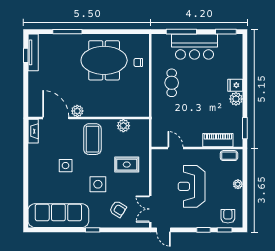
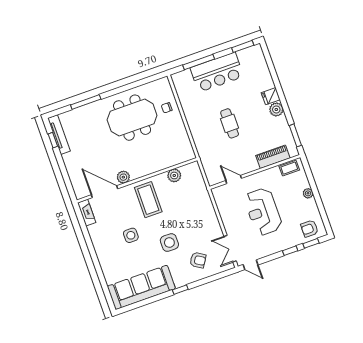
cafe table: (172, 83) -> (230, 123), moved
rug: (127, 165) -> (191, 213), removed
armchair: (228, 216) -> (309, 229), turned -90

